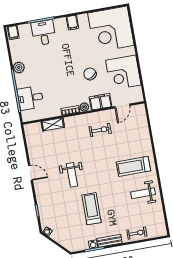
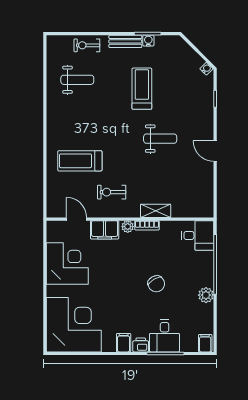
printer: (60, 23) -> (141, 345), added
chair: (90, 74) -> (156, 284), moved
desk: (30, 98) -> (198, 235), moved
door: (122, 106) -> (76, 219), hinge flipped
shelving: (53, 124) -> (156, 211), moved
treadmill: (133, 166) -> (80, 161), moved, turned 180
weight bench: (72, 175) -> (160, 139), turned 90
weight bench: (143, 193) -> (77, 80), moved
treadmill: (92, 209) -> (142, 89), turned 180

